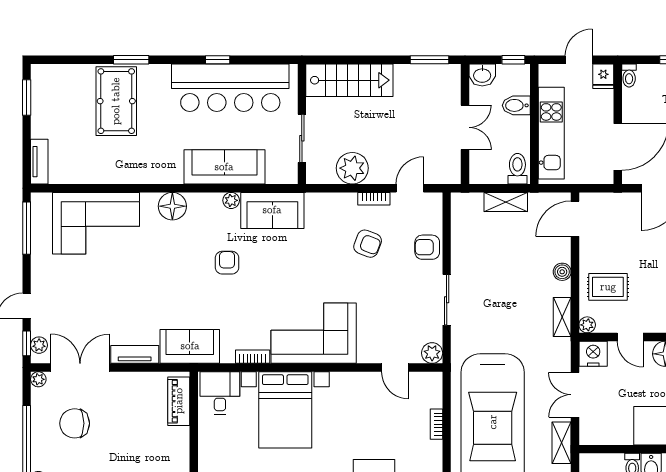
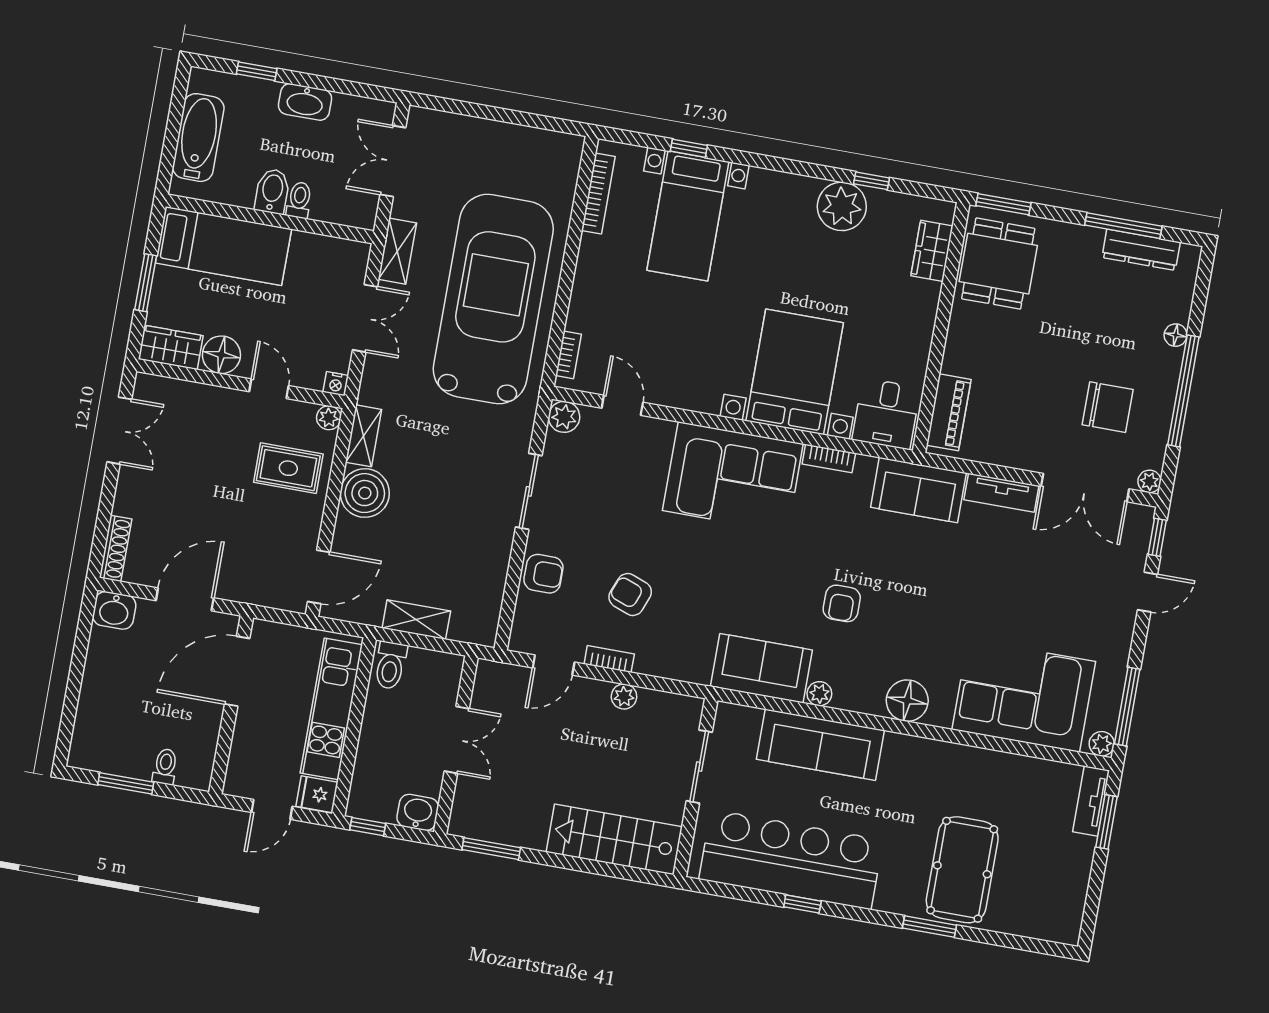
toilet: (629, 75) -> (165, 767), moved
fridge: (603, 76) -> (317, 794), moved, turned -90
window: (27, 97) -> (1107, 822), moved
bidet: (516, 105) -> (375, 759), removed
double door: (465, 127) -> (457, 740), swing flipped
plant: (352, 168) -> (624, 697), width x0.53, depth x0.53
boiler: (562, 272) -> (365, 493), width x1.86, depth x1.86
plant: (39, 345) -> (1102, 744), moved
nightstand: (593, 354) -> (336, 384), width x0.53, depth x0.56
bookcase: (436, 424) -> (568, 355), moved

